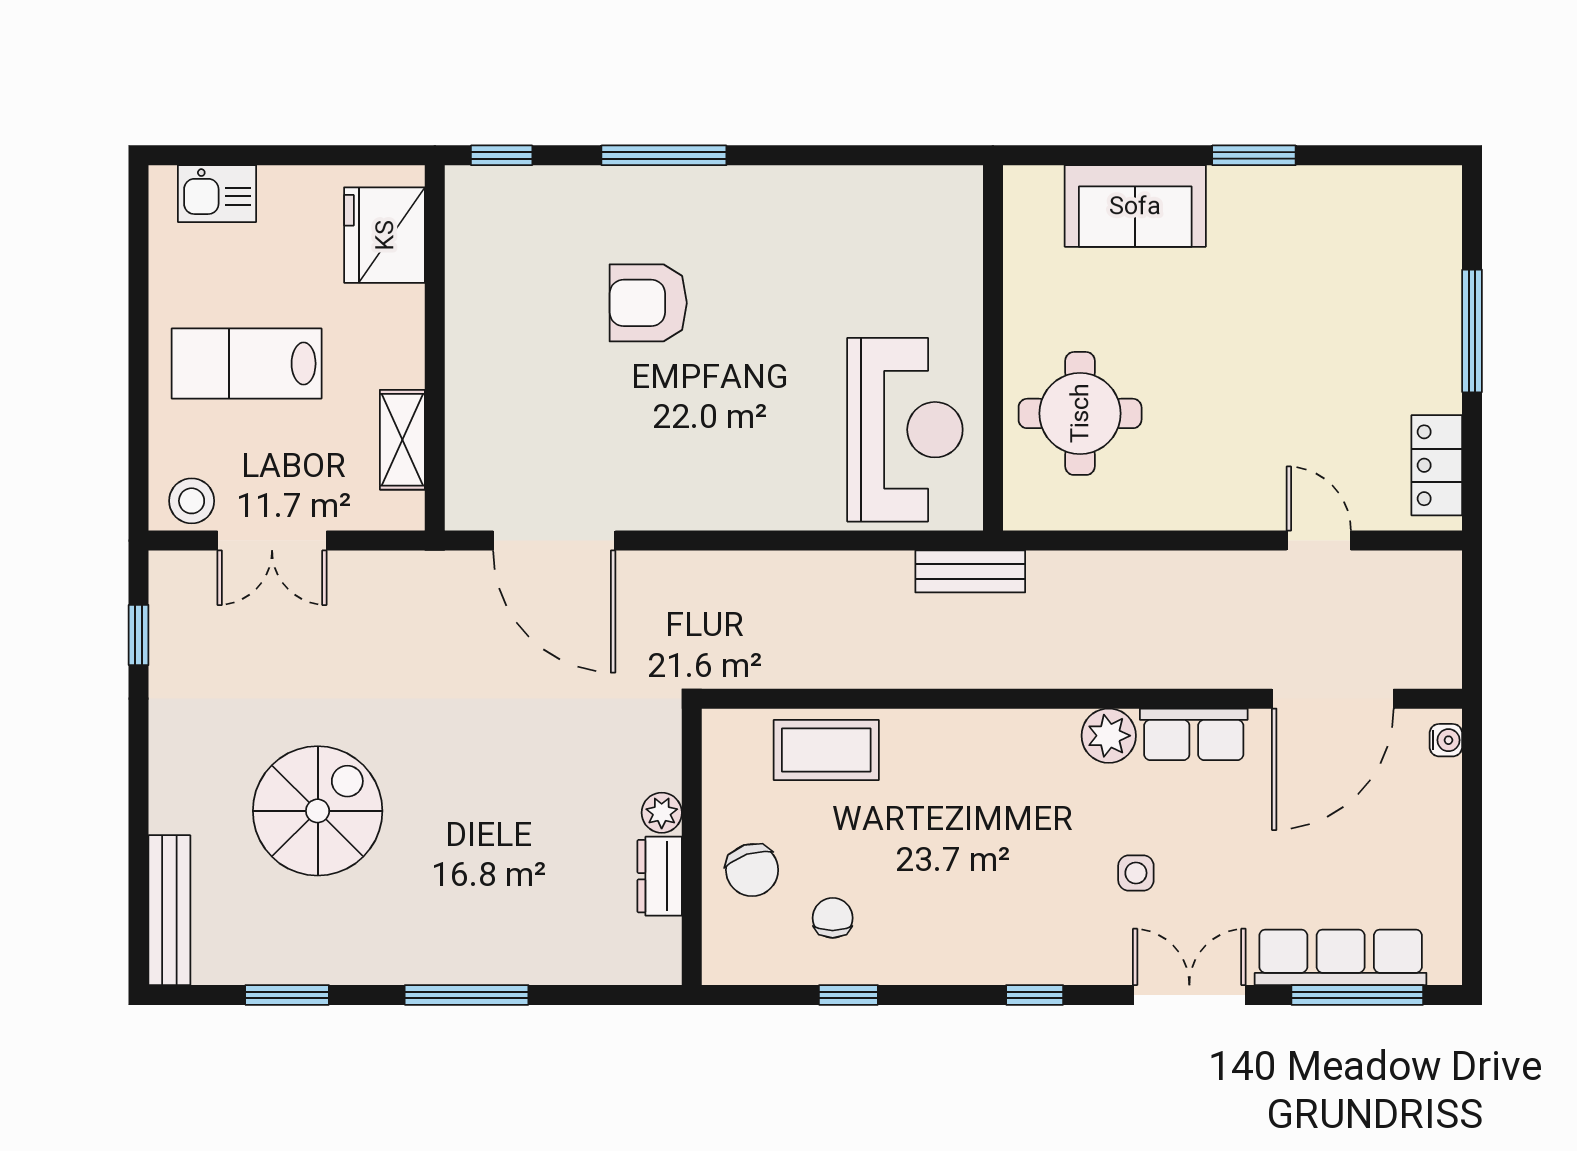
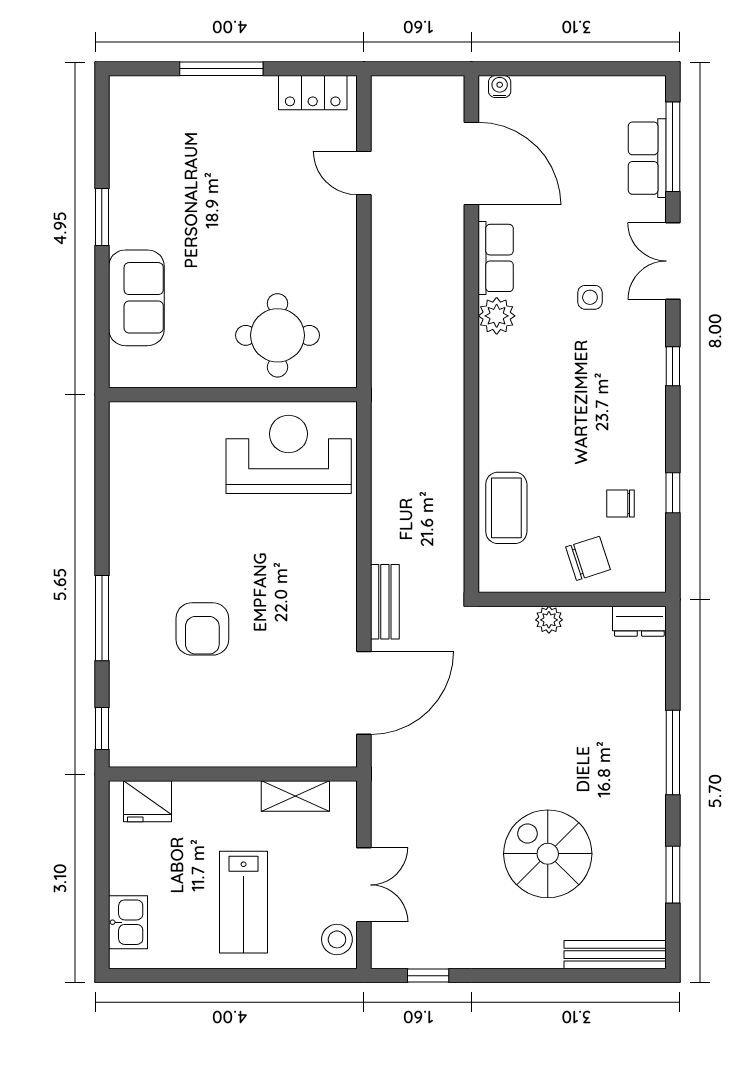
fridge: (385, 235) -> (148, 801), width x0.73, depth x0.75
door: (1319, 541) -> (364, 173), hinge flipped
bench: (970, 571) -> (385, 602), moved
dresser: (660, 876) -> (639, 621), moved
row of seats: (1341, 957) -> (647, 158), width x0.68

